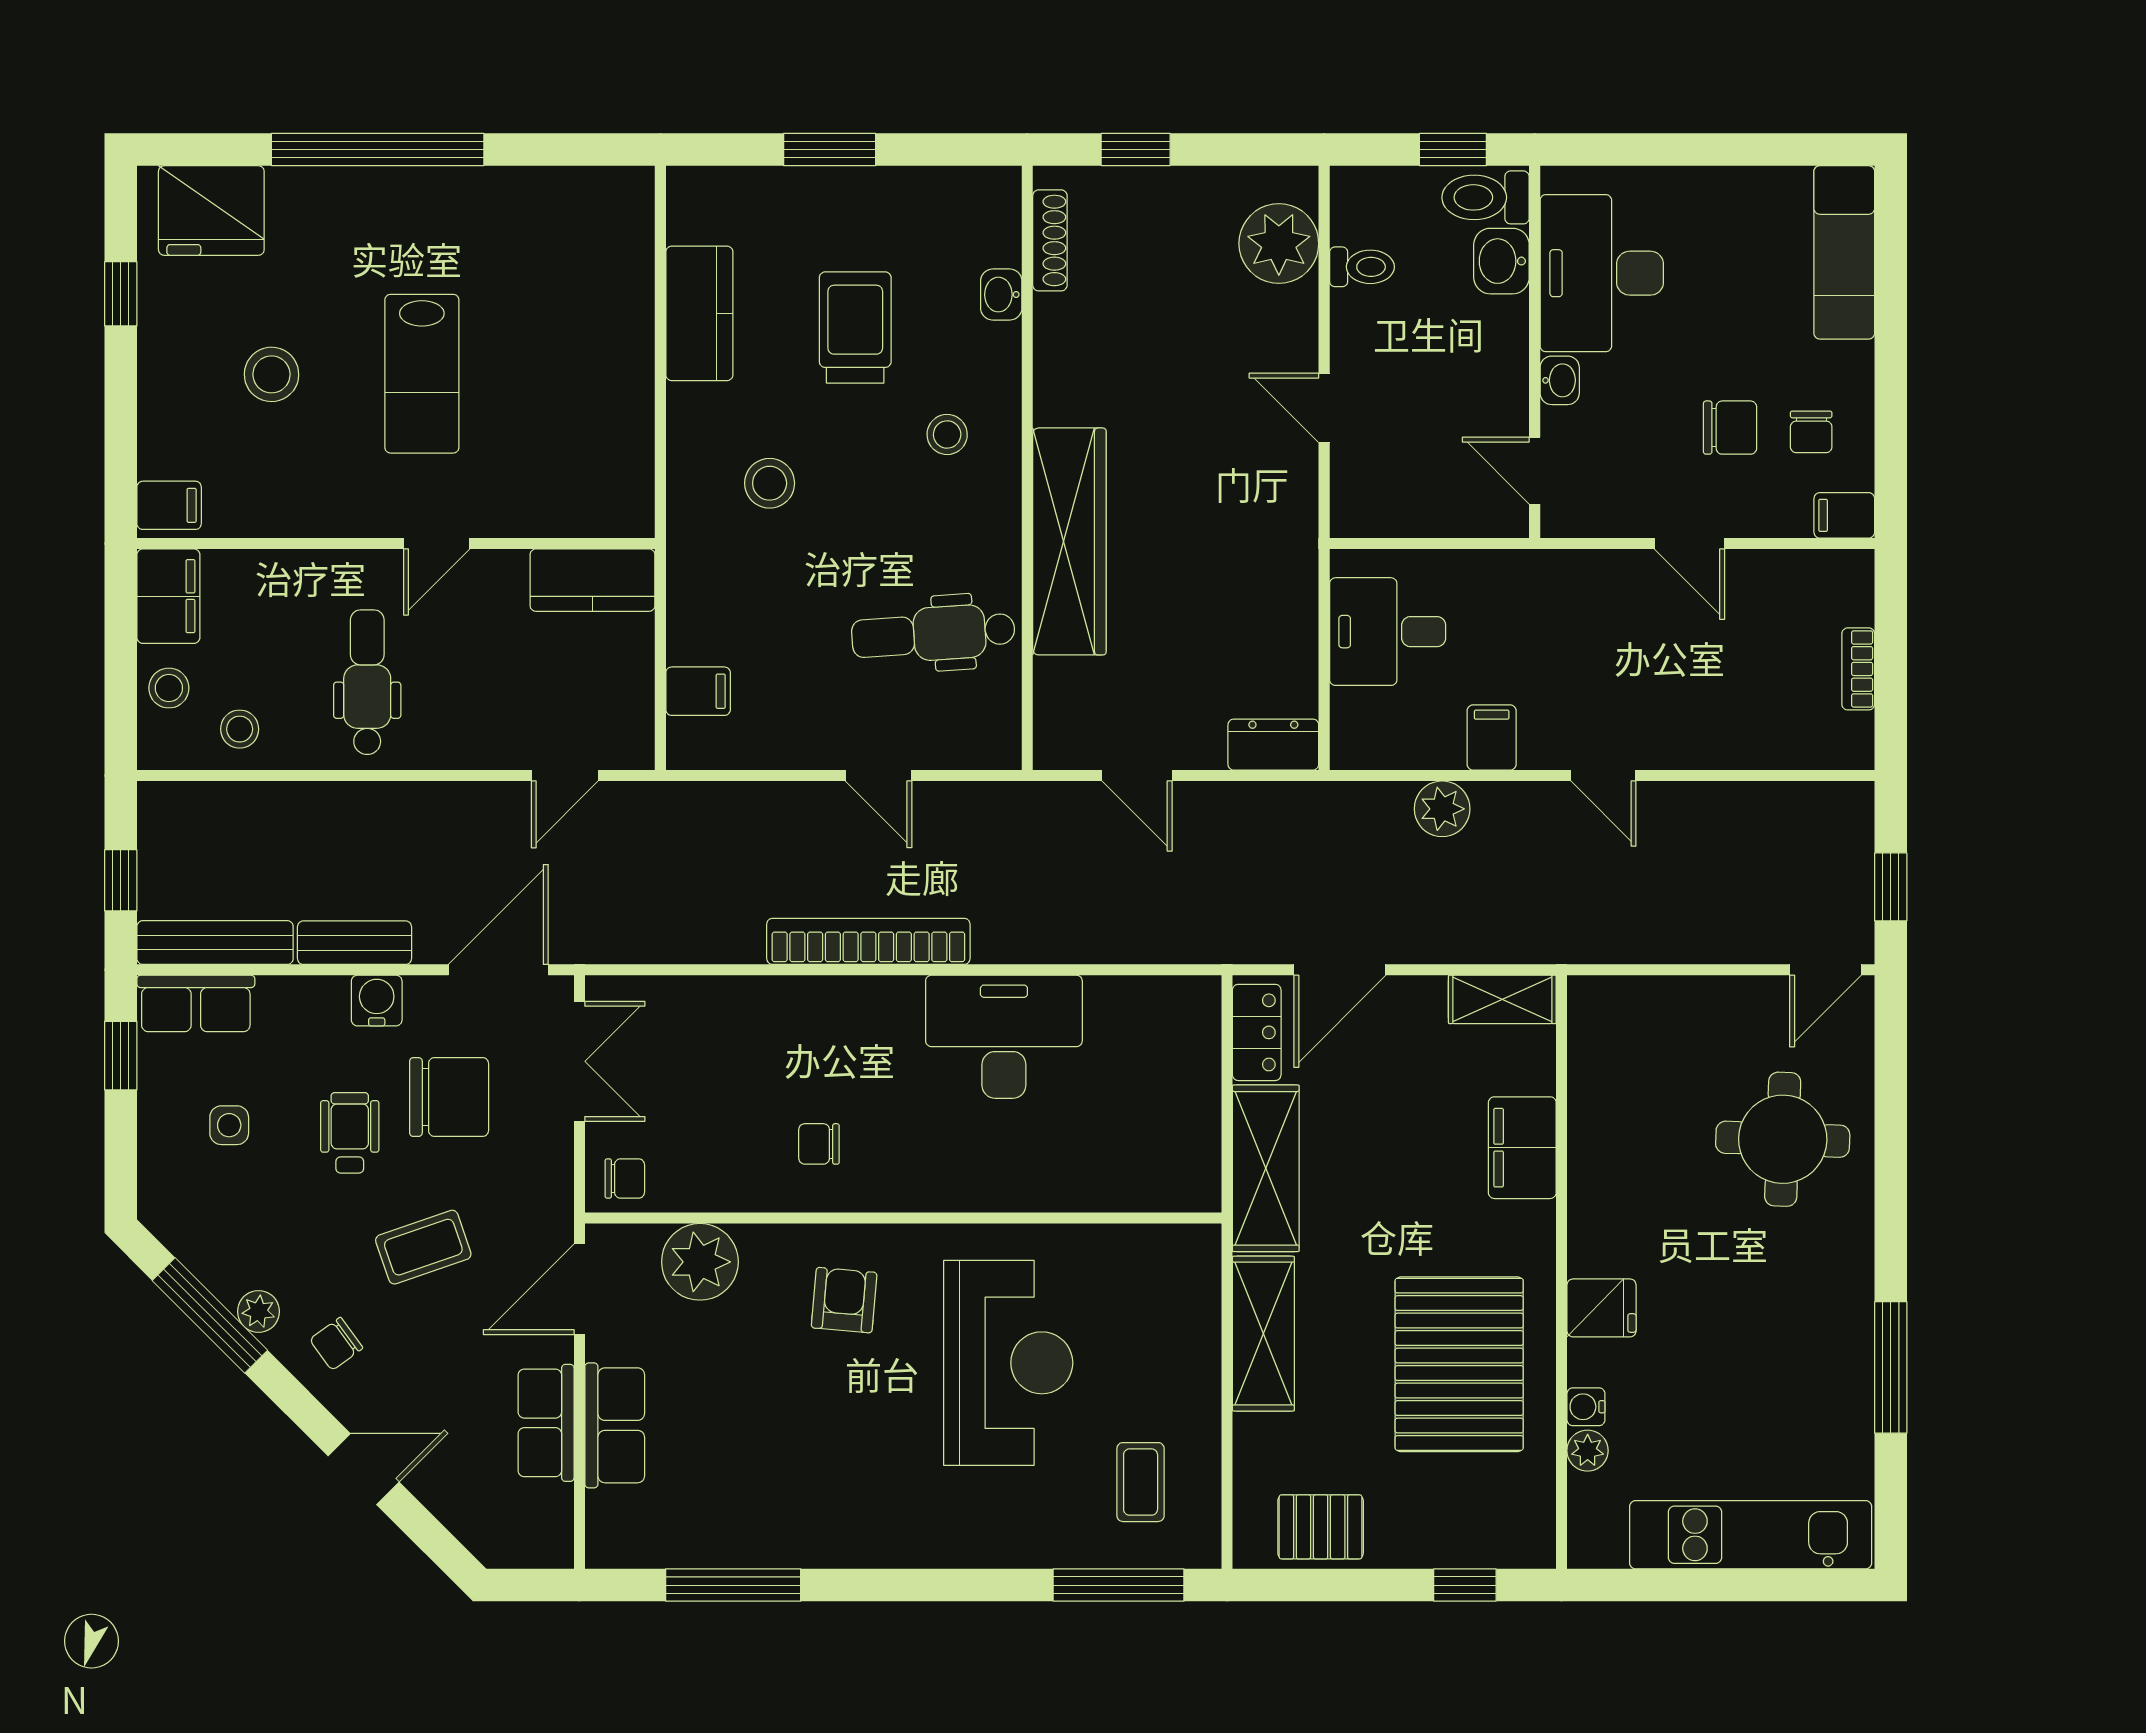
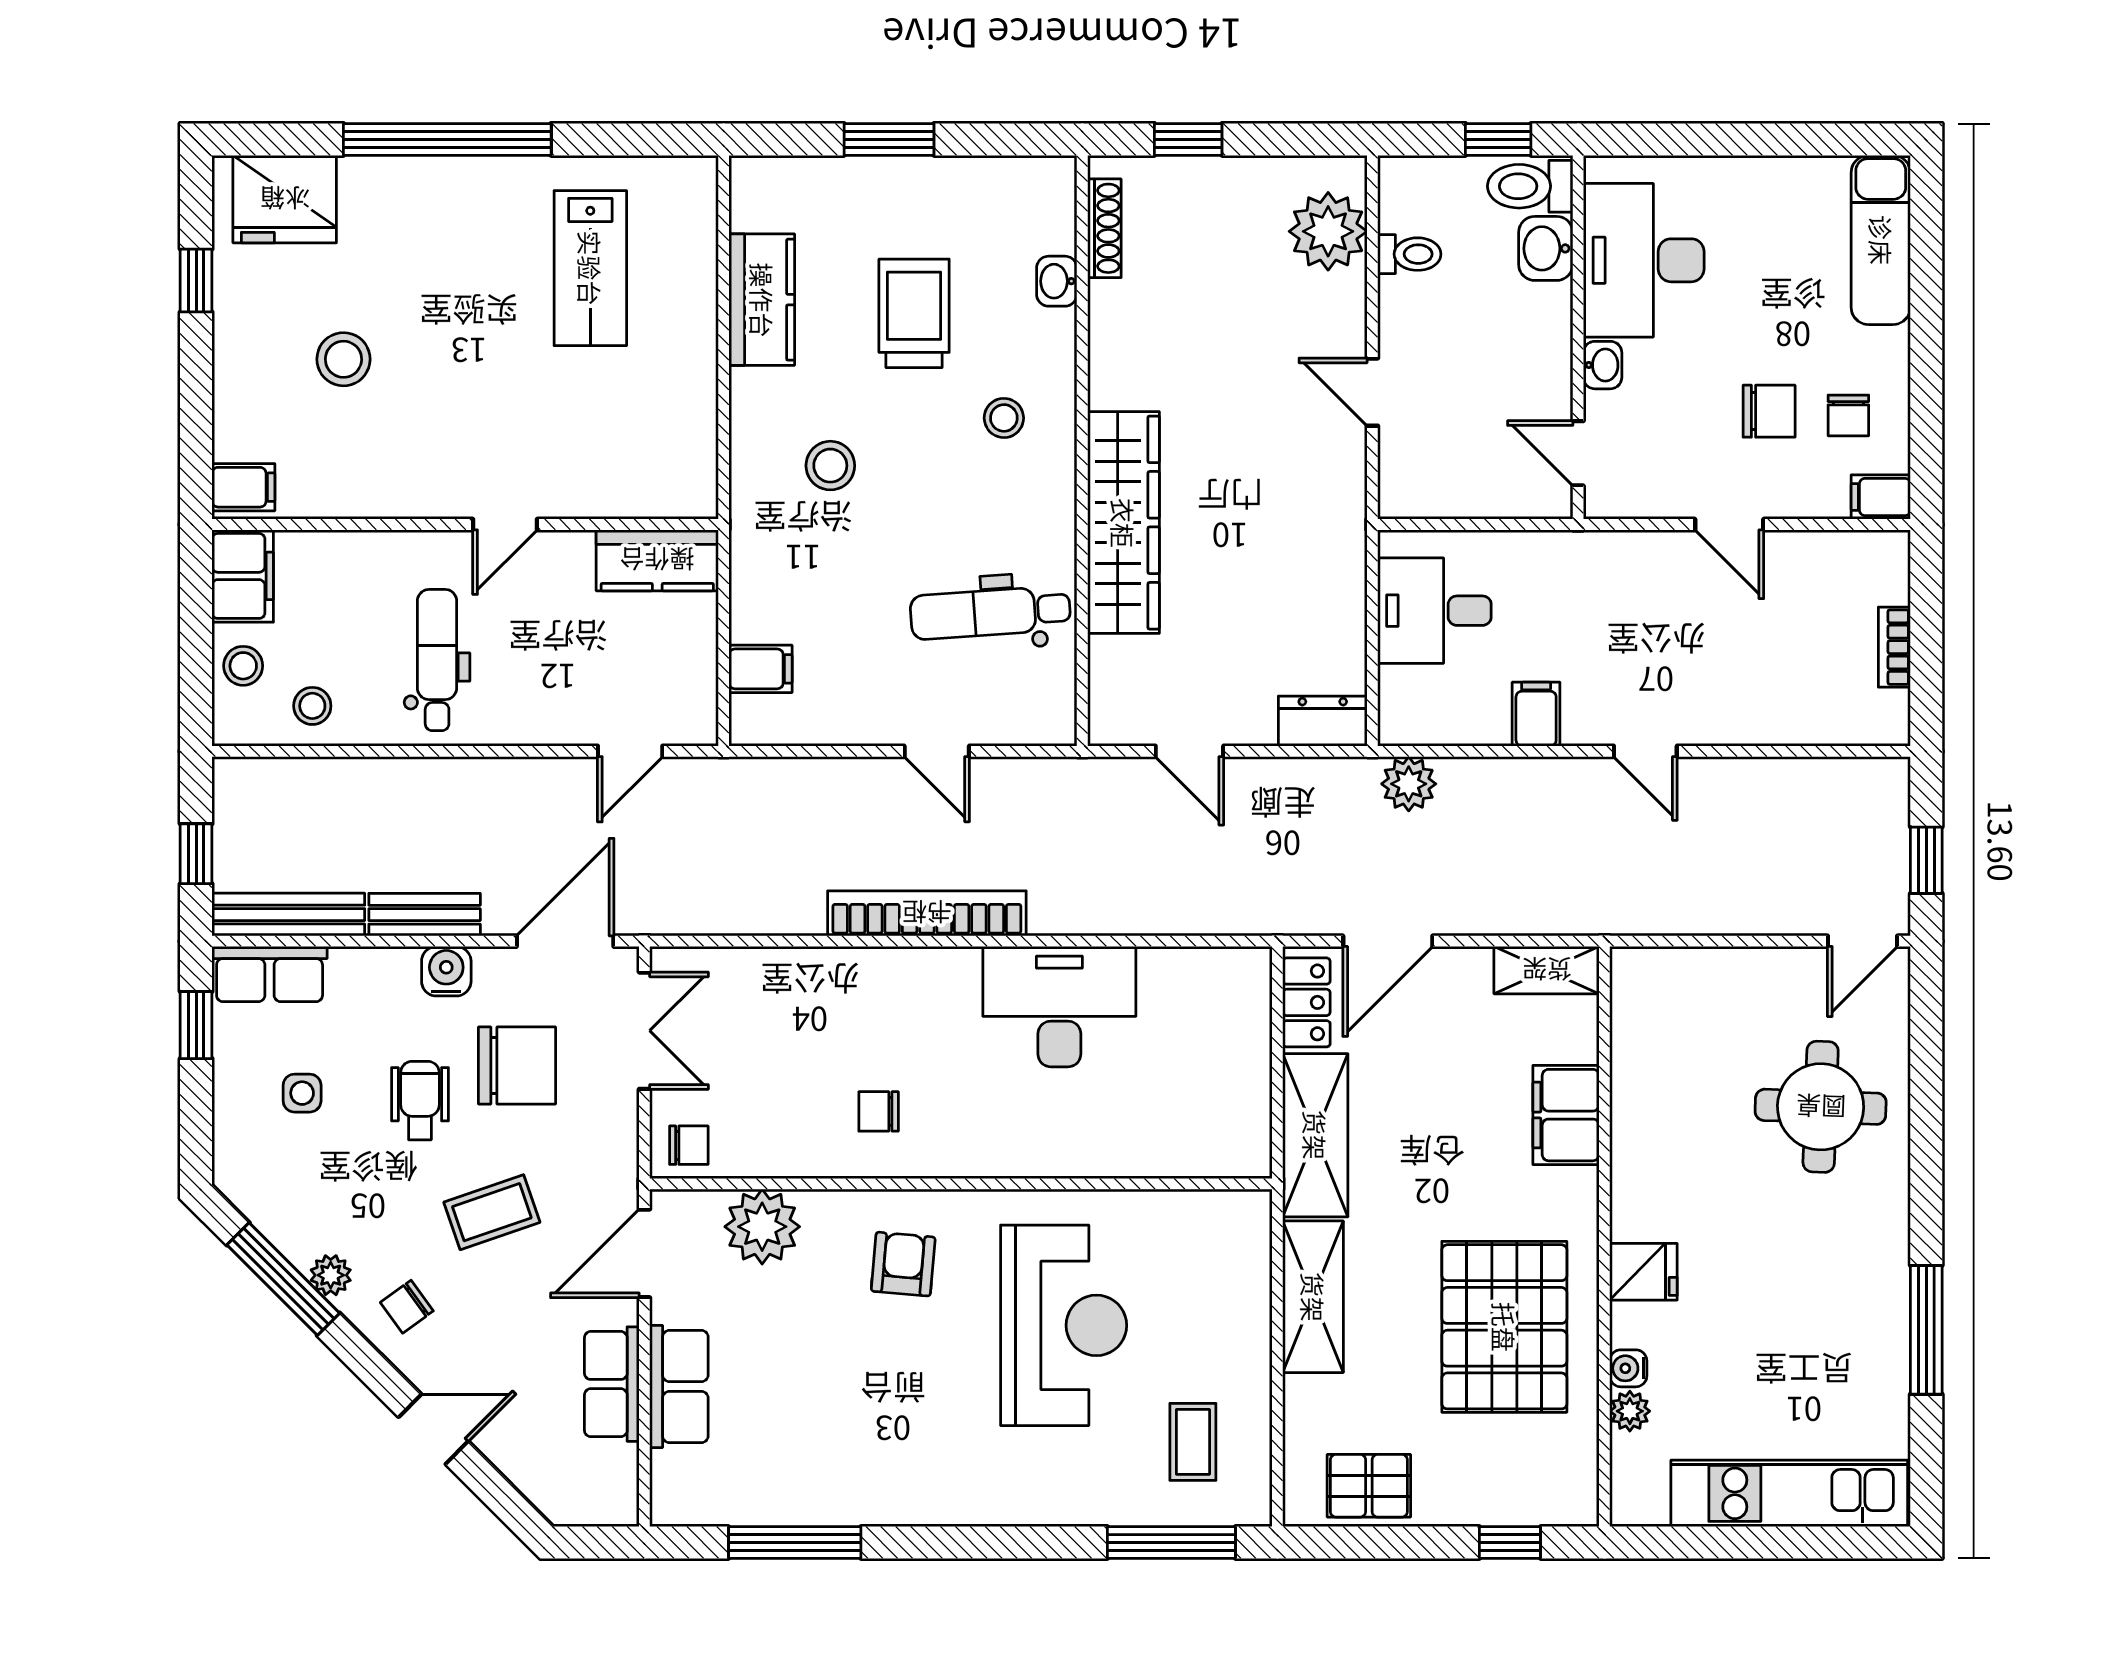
lab bench: (422, 374) -> (590, 268), moved
plant: (1442, 809) -> (1409, 784), moved

